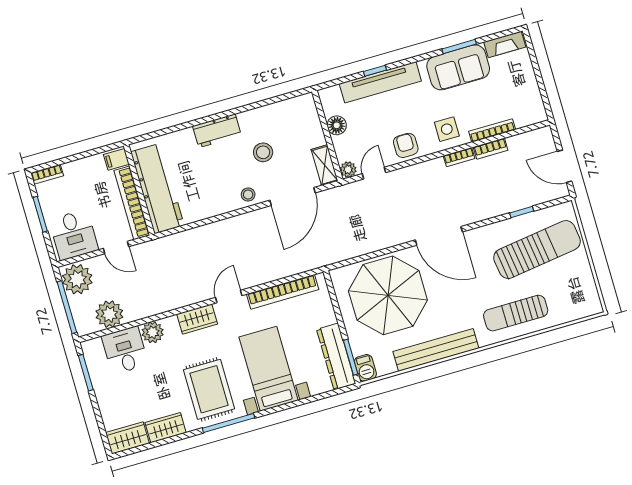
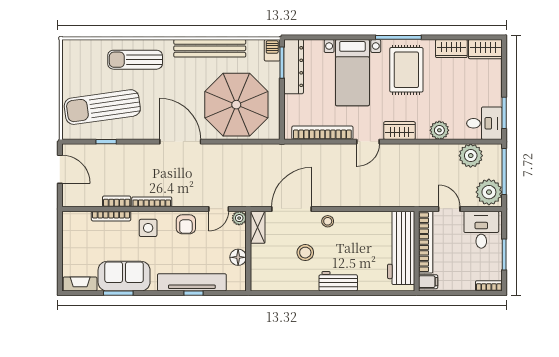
bookcase: (459, 157) -> (152, 202), width x1.56
sun lounger: (516, 313) -> (135, 60), turned 180
desk: (125, 350) -> (484, 123), moved, turned -90

